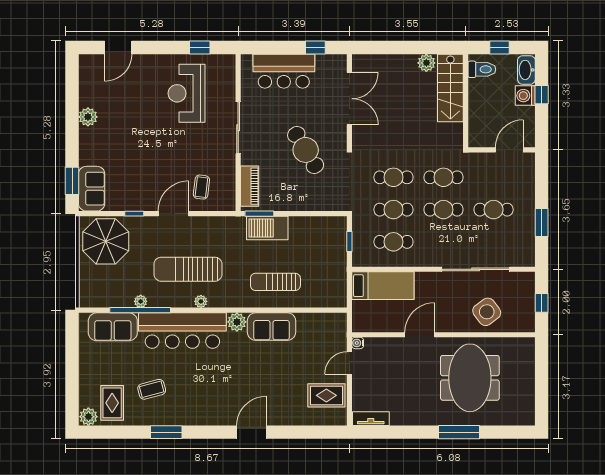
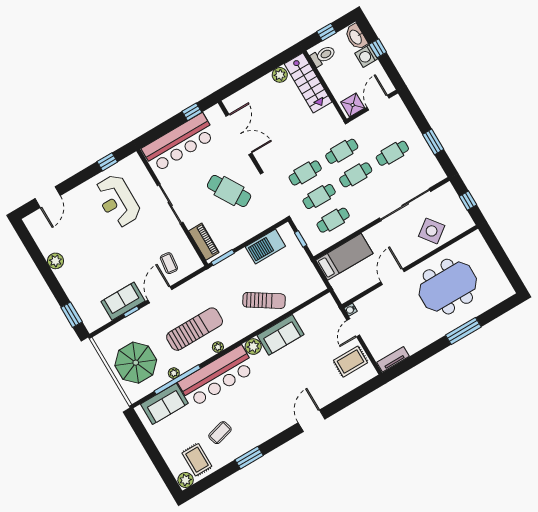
bar counter: (284, 71) -> (179, 143), width x1.36
shower: (482, 137) -> (353, 105), added
sofa: (92, 189) -> (123, 301), moved, turned -90
barbecue: (267, 228) -> (265, 246), moved
parasol: (106, 241) -> (136, 363), moved
sun lounger: (188, 269) -> (195, 329), turned 180
sun lounger: (275, 282) -> (264, 300), turned -147
meeting table: (470, 378) -> (448, 287), turned 90

